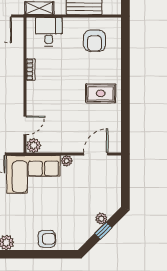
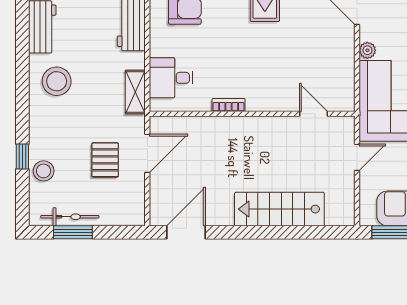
plant: (34, 145) -> (344, 101), removed

